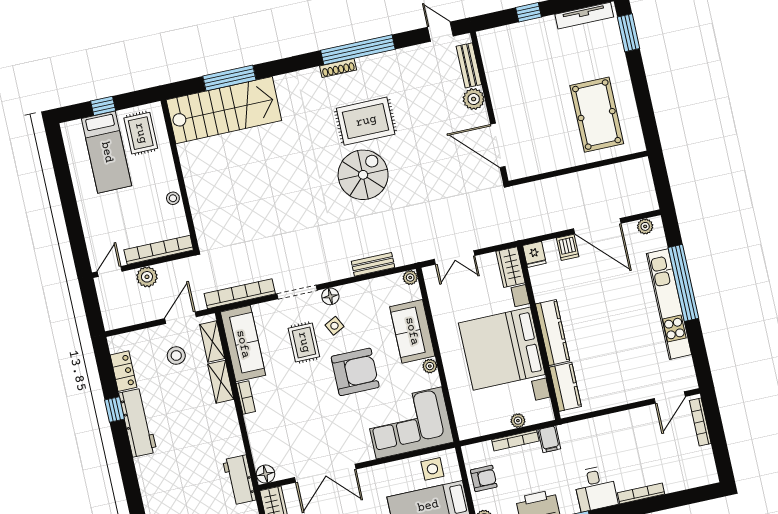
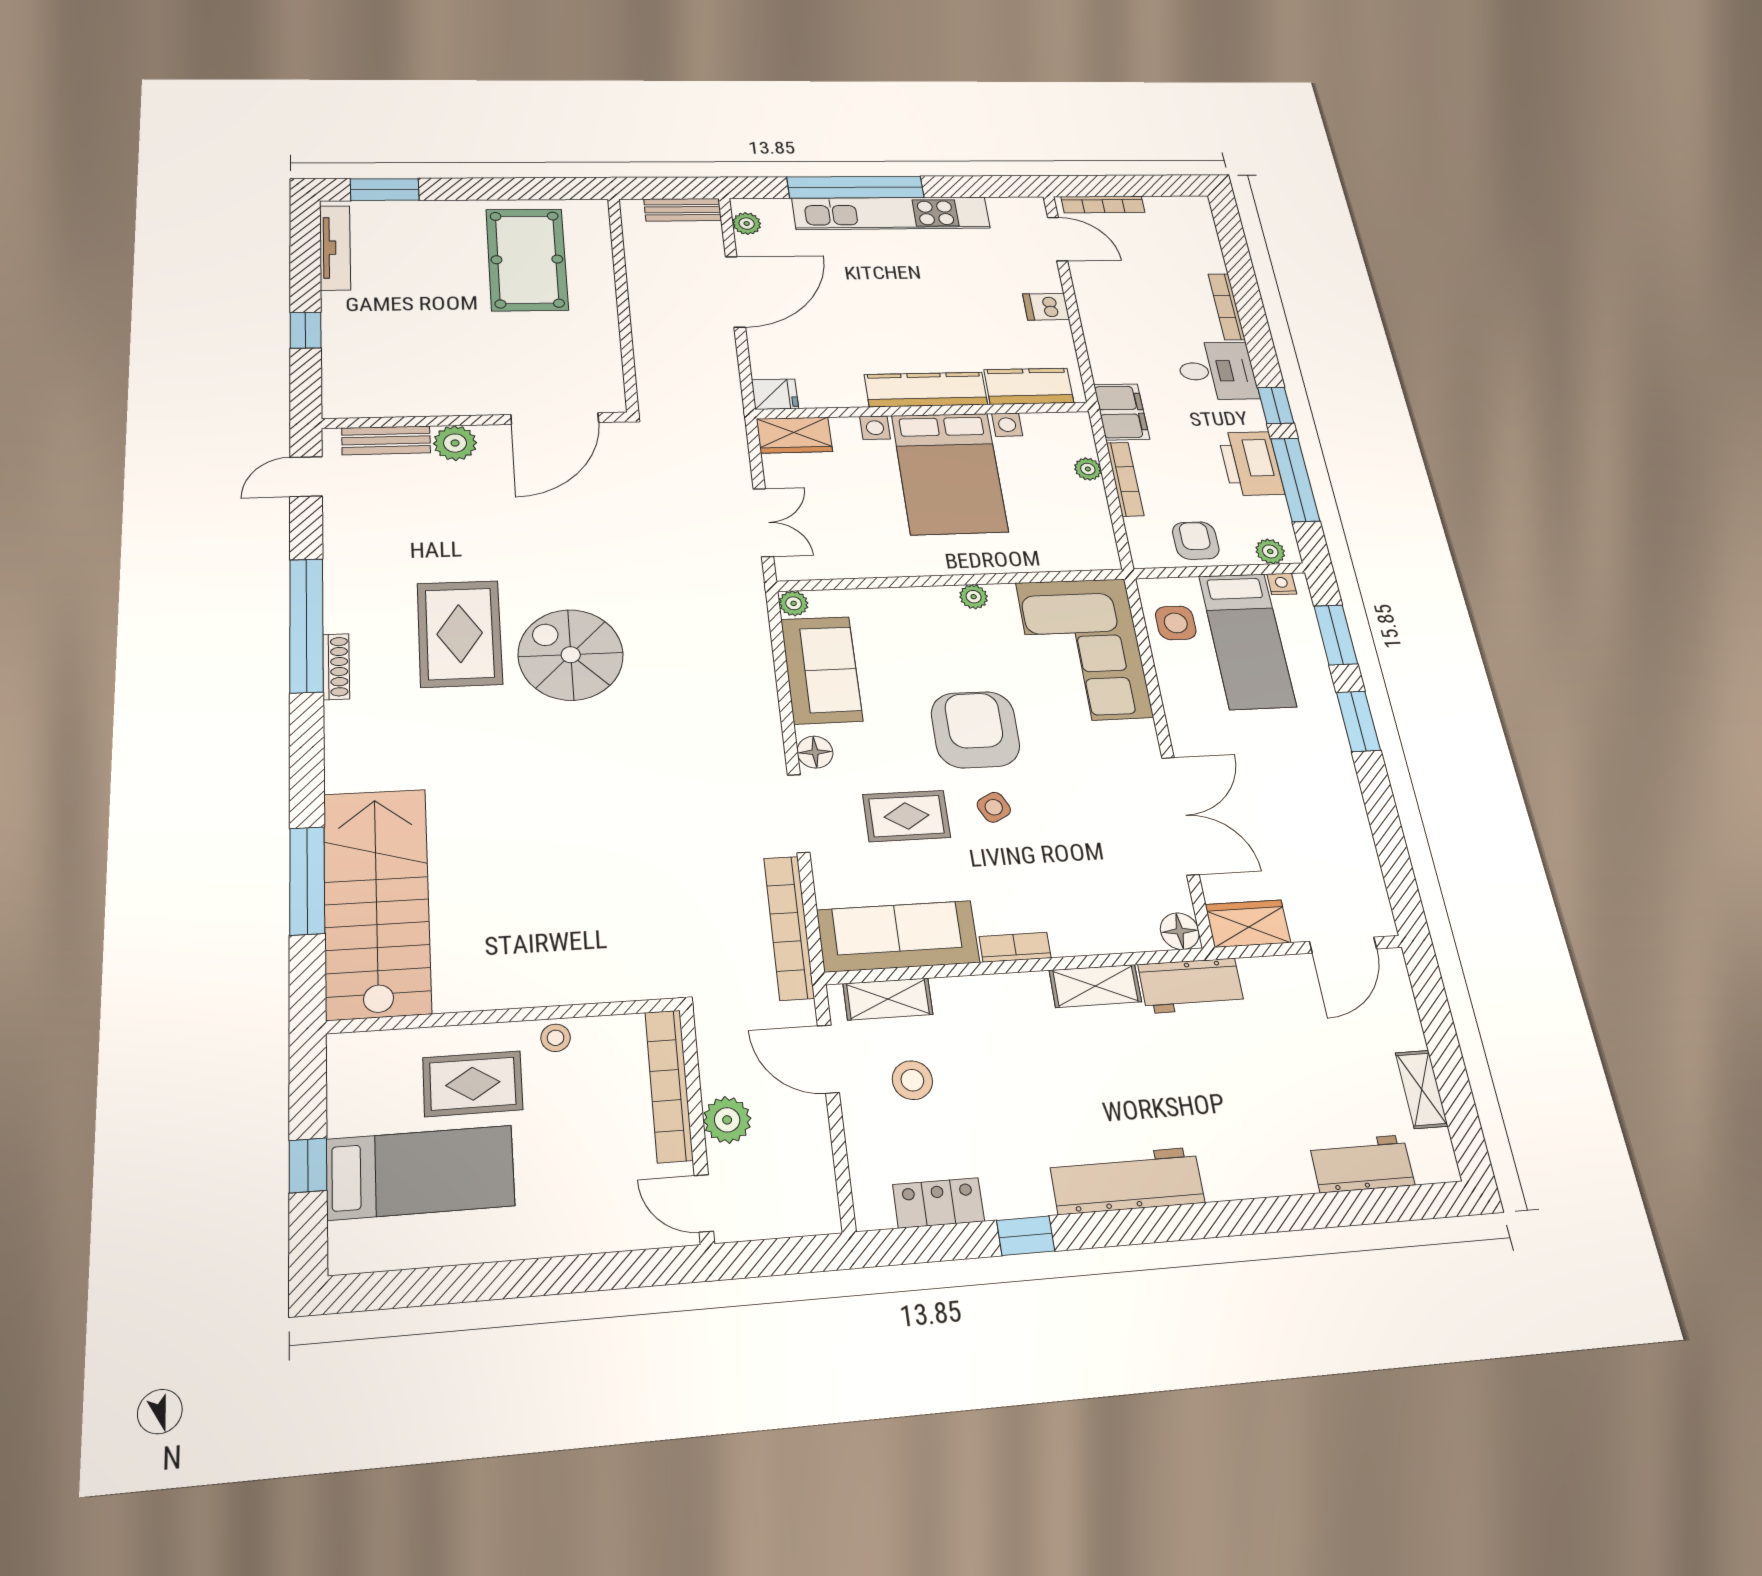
pool table: (597, 115) -> (527, 259), turned 90
rug: (141, 133) -> (473, 1084), moved
dishwasher: (568, 247) -> (1046, 307), moved, turned 180
bench: (373, 264) -> (683, 210), moved, turned 90
side table: (334, 326) -> (994, 807), moved
sofa: (412, 331) -> (822, 670), moved, turned -90
bed with nightstands: (502, 349) -> (949, 473), width x0.73
shelving: (221, 382) -> (1095, 986), moved
workbench: (138, 423) -> (1127, 1181), moved
filing cabinet: (549, 439) -> (1122, 412), width x2.00

